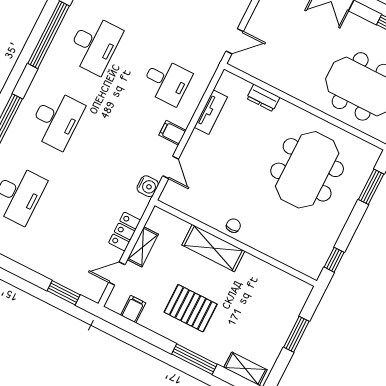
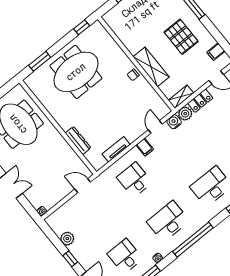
dresser: (263, 98) -> (78, 141), width x1.44
meeting table: (307, 170) -> (76, 72), moved
plant: (137, 204) -> (185, 114), added
shelving: (143, 247) -> (181, 97), moved

